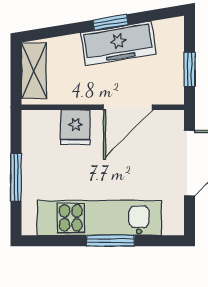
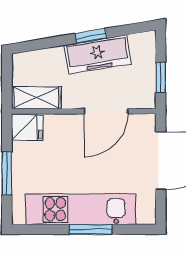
shelving: (34, 71) -> (36, 98), moved, turned 90
fridge: (75, 127) -> (27, 128), moved, turned -90

